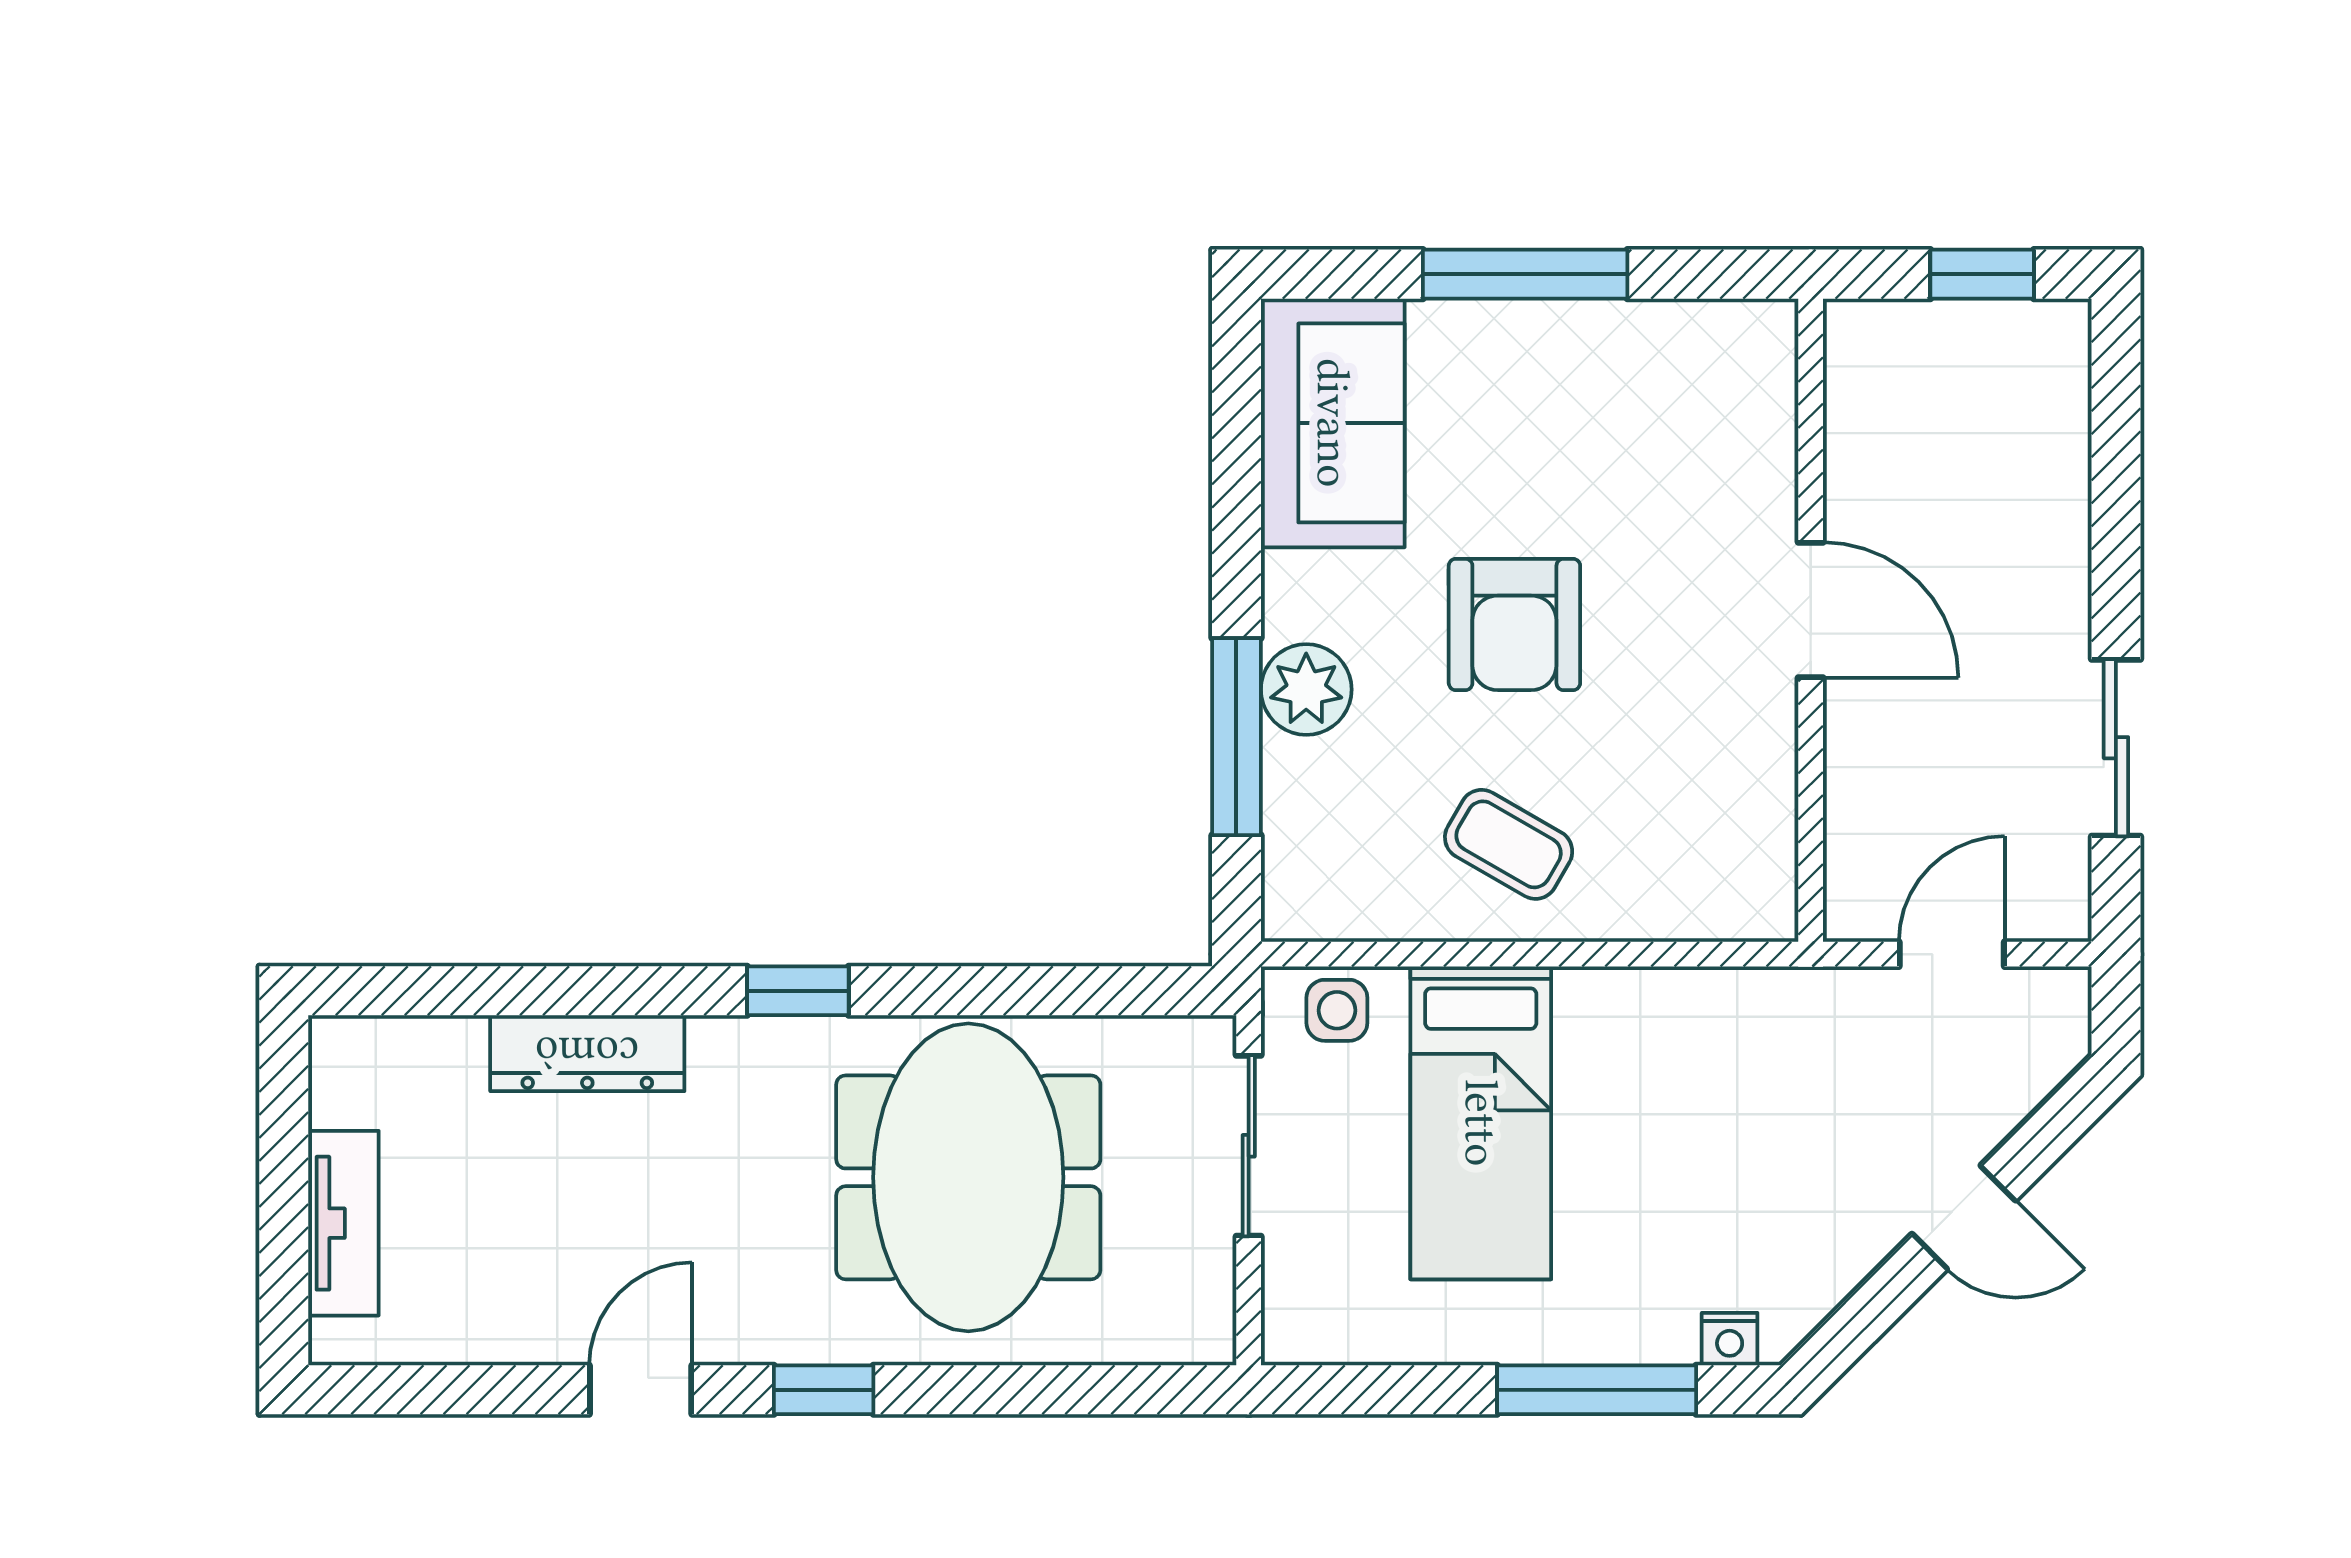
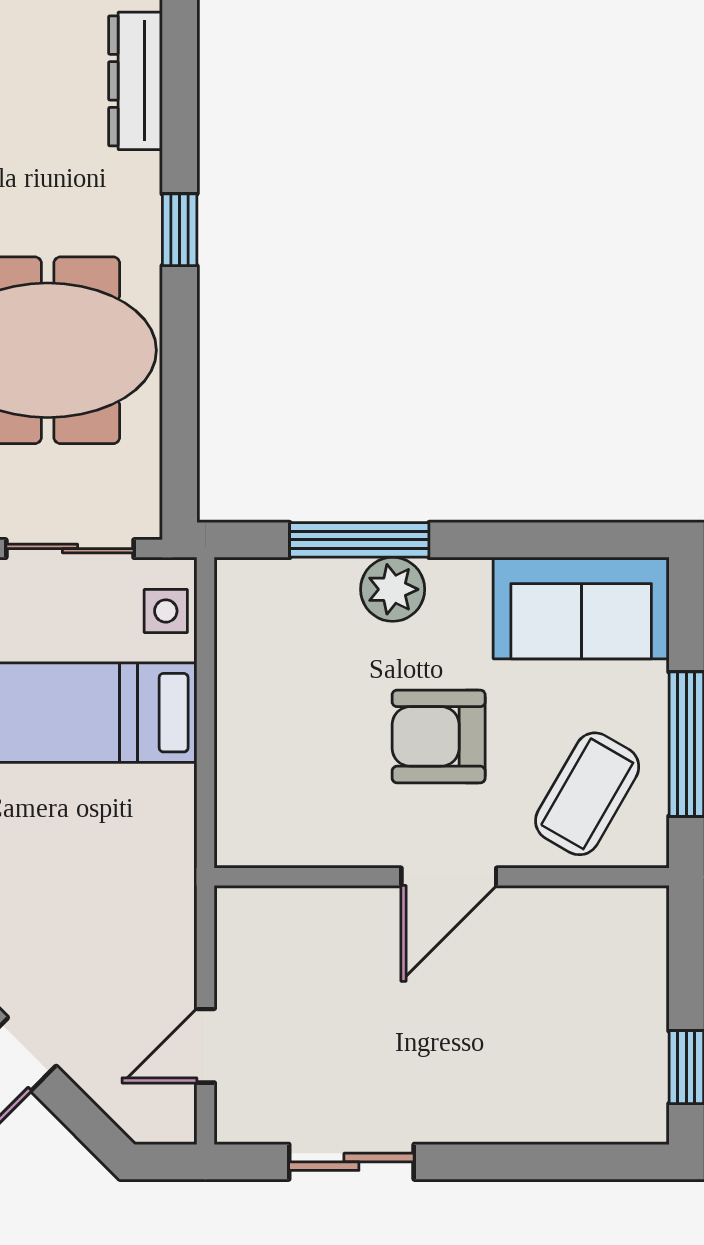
door: (1811, 610) -> (449, 877), moved
wall: (1811, 620) -> (442, 877), moved
coffee table: (1509, 844) -> (587, 794), moved, width x1.36, depth x1.30
door: (1952, 954) -> (205, 1046), swing flipped

